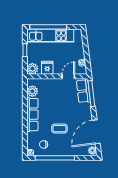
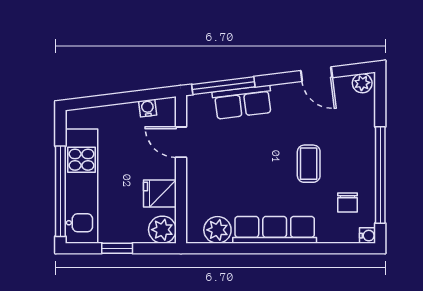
row of seats: (83, 91) -> (242, 102), moved
door: (96, 132) -> (316, 74), width x0.53

